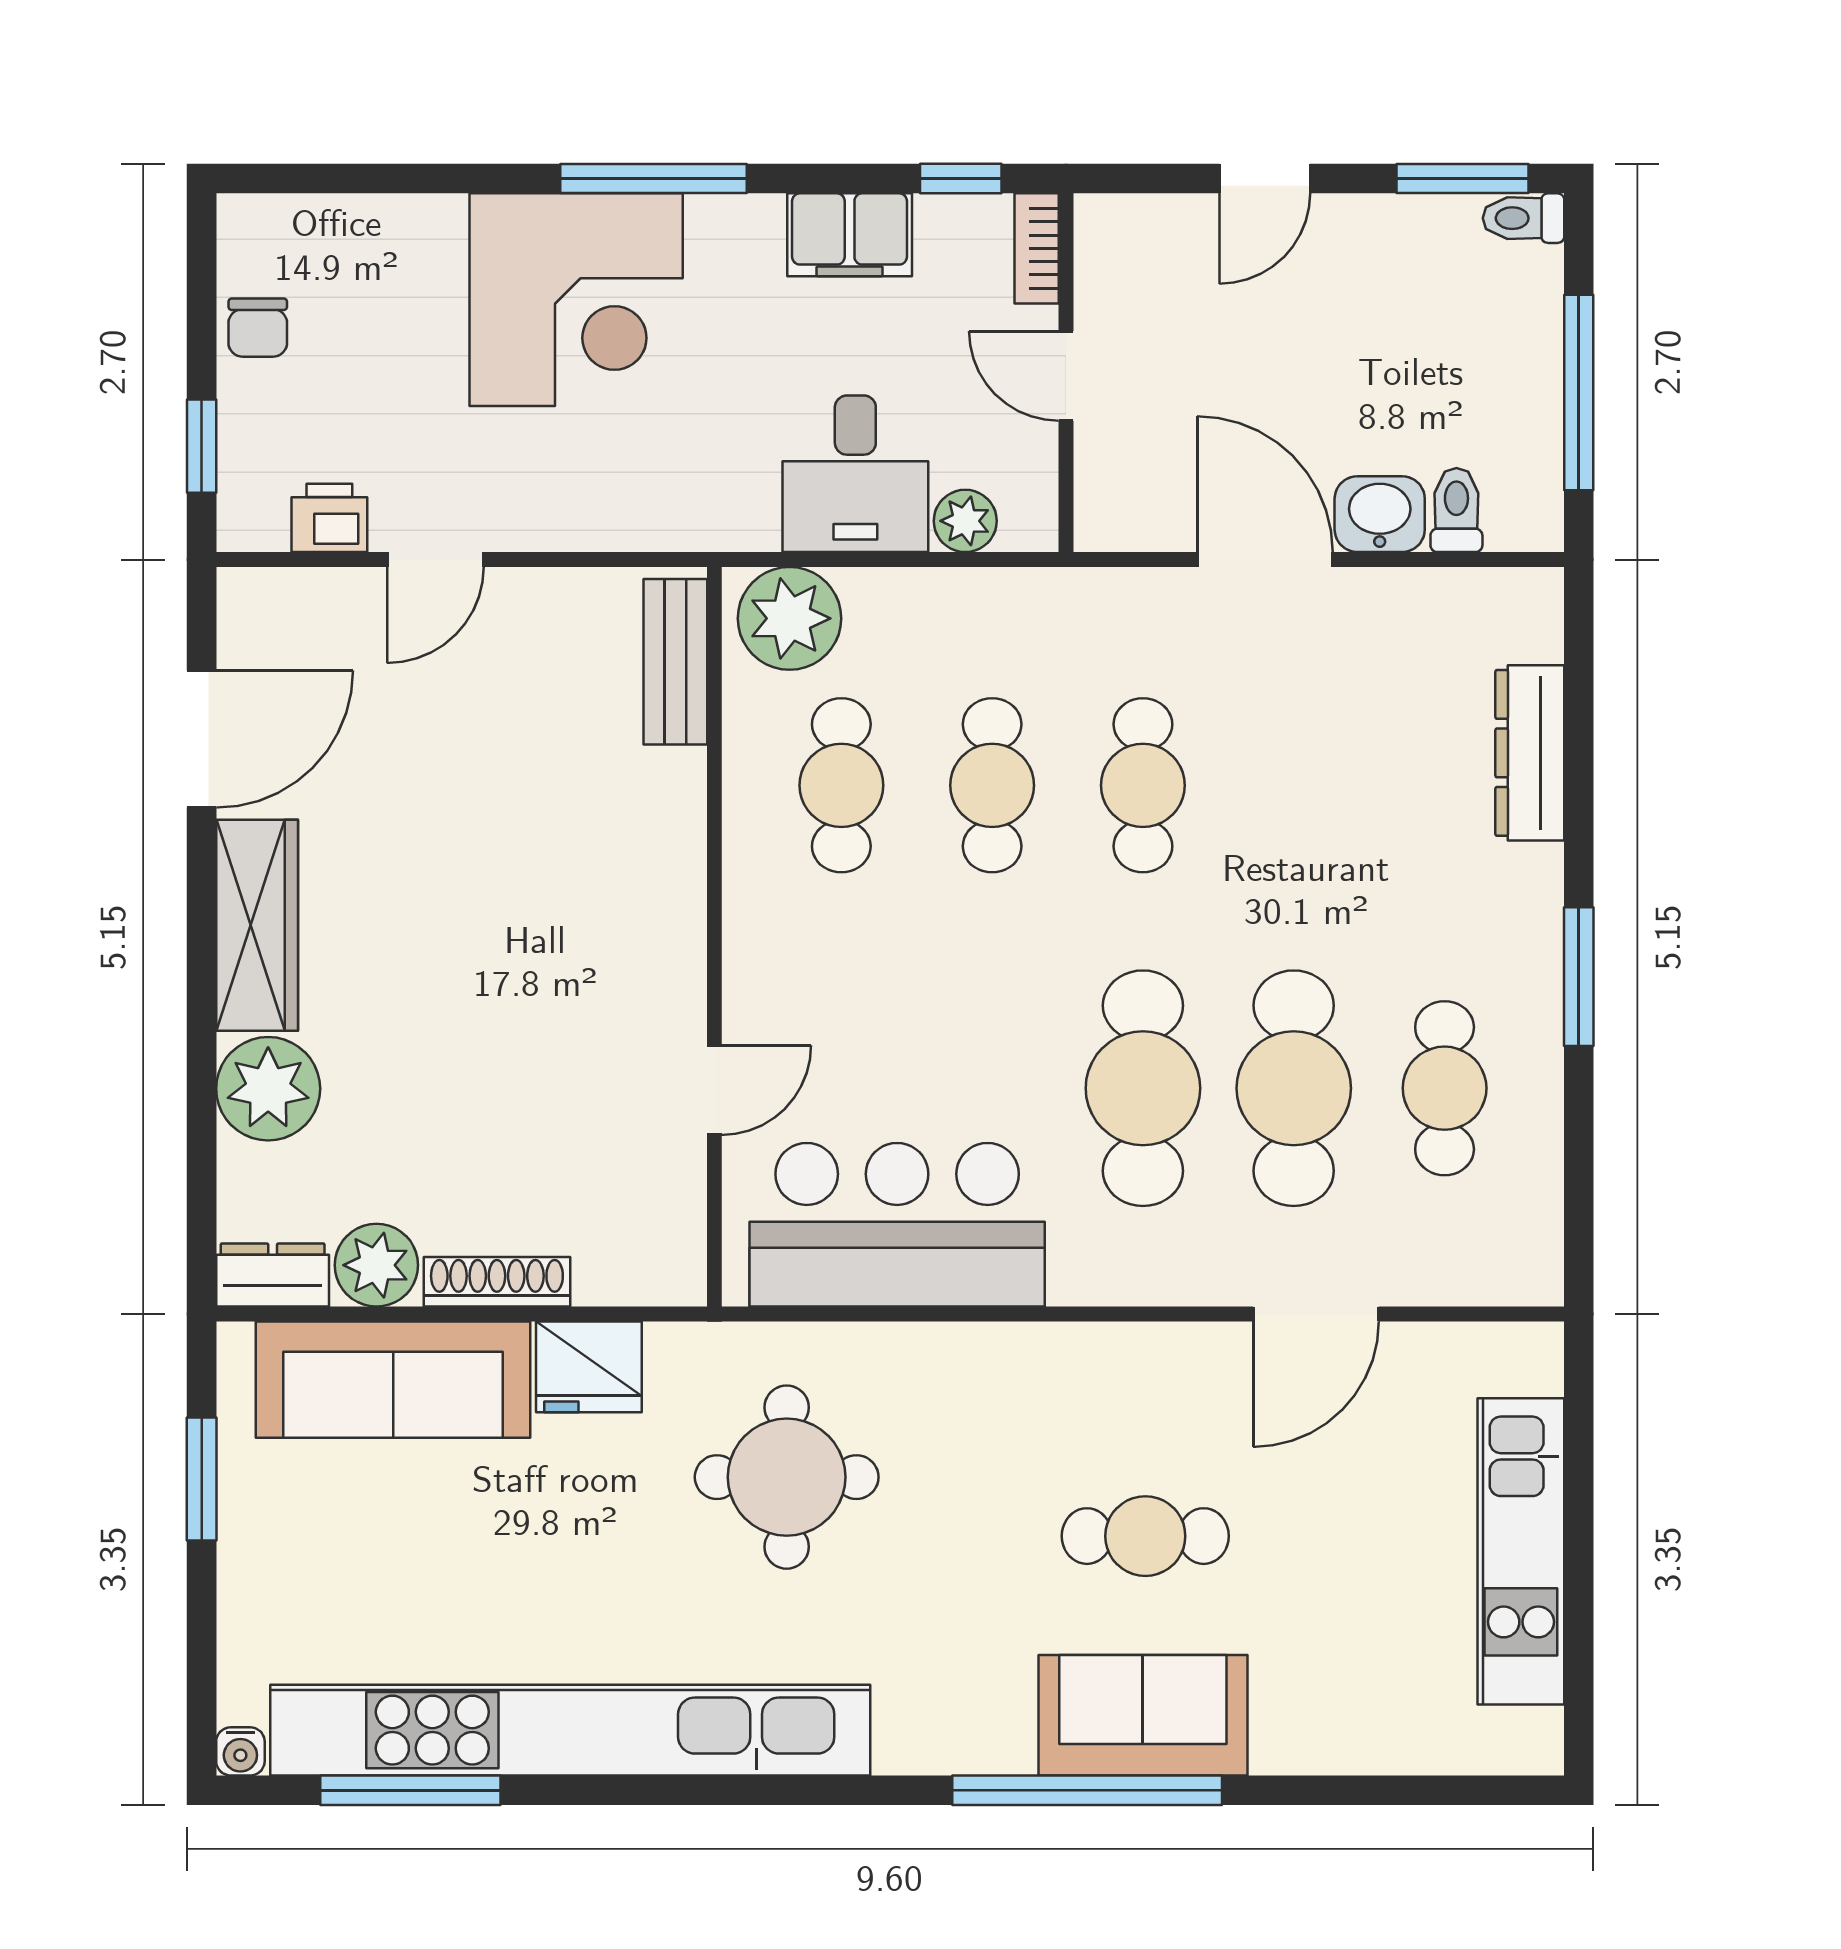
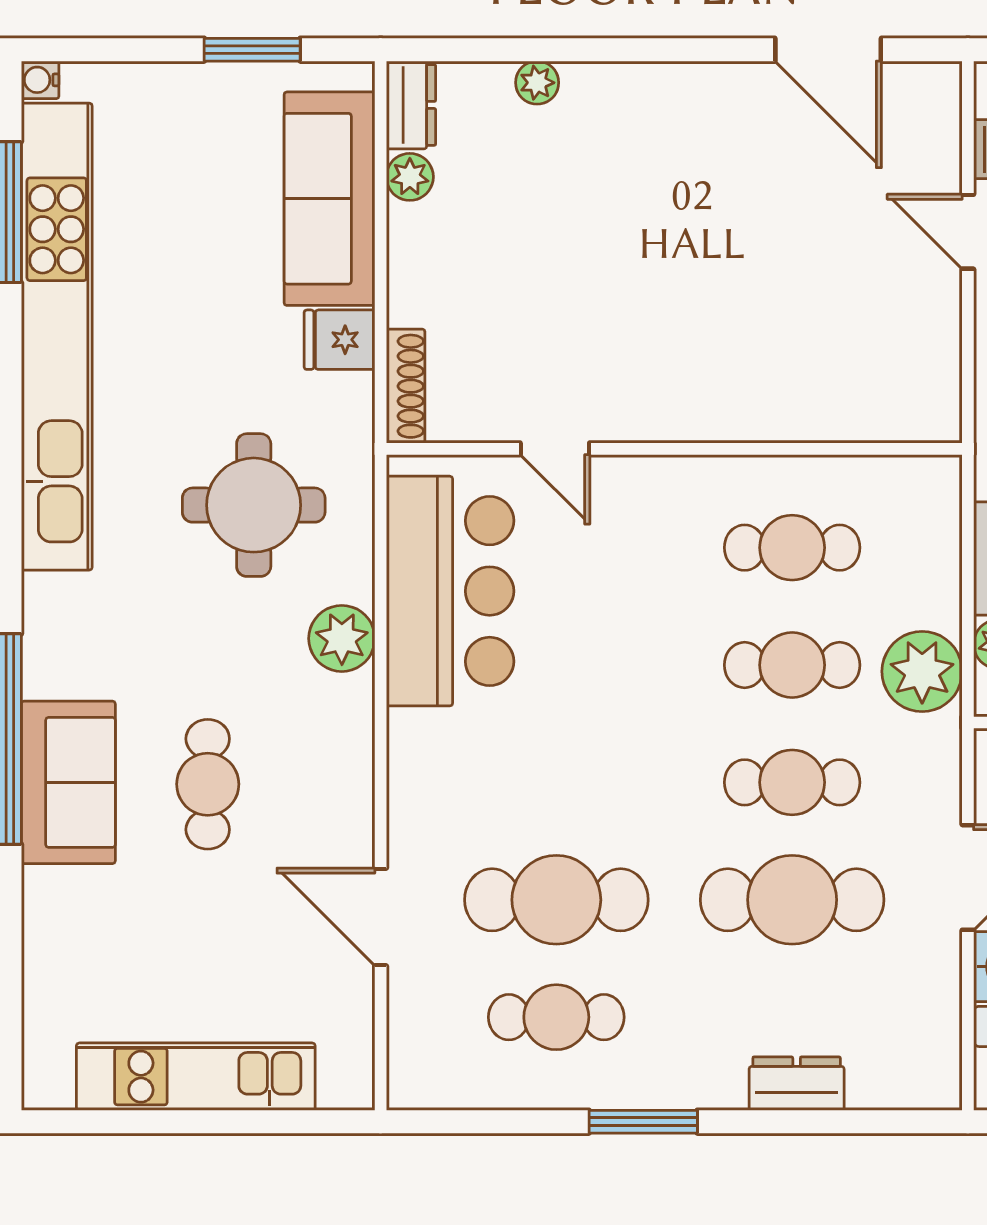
plant: (789, 618) -> (922, 671), moved
bench: (675, 662) -> (888, 418), removed
dresser: (1530, 753) -> (797, 1084), width x0.70
wardrobe: (257, 925) -> (683, 93), removed
cafe table: (1143, 1088) -> (792, 900), moved
plant: (268, 1089) -> (537, 83), width x0.53, depth x0.53
plant: (376, 1265) -> (410, 177), width x0.73, depth x0.73
shoe rack: (497, 1282) -> (406, 386), moved
plant: (958, 1364) -> (342, 638), added
fridge: (589, 1367) -> (339, 340), width x0.72

